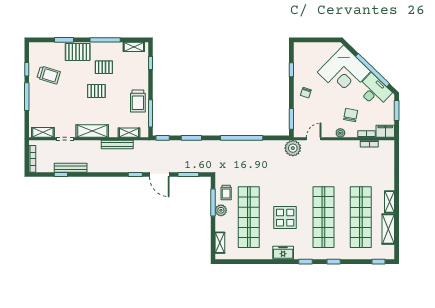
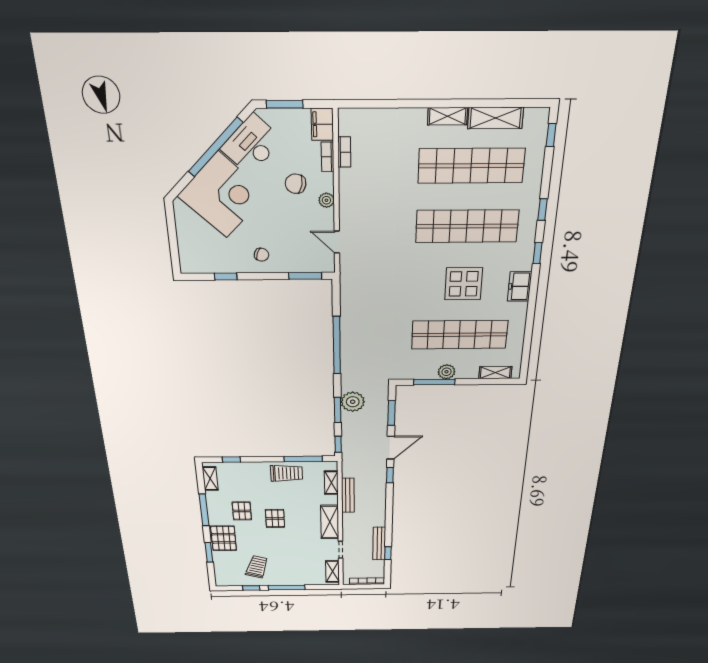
plant: (293, 148) -> (353, 402), moved
trolley: (226, 193) -> (420, 365), removed

